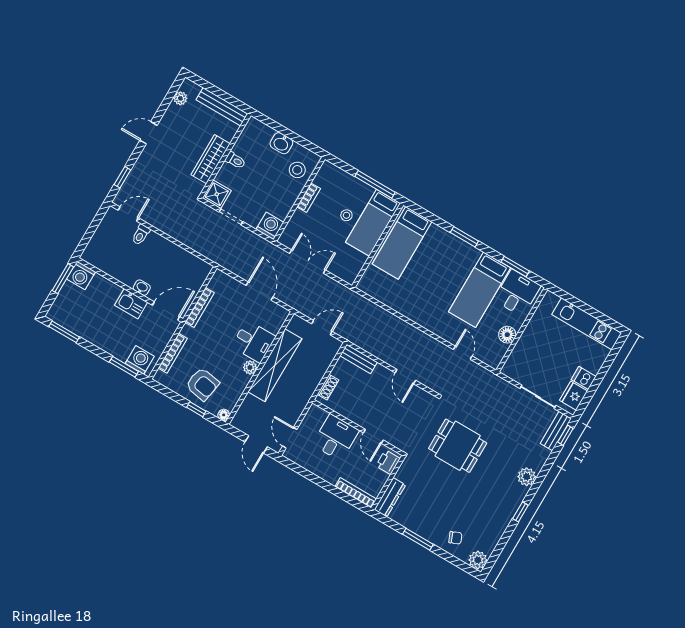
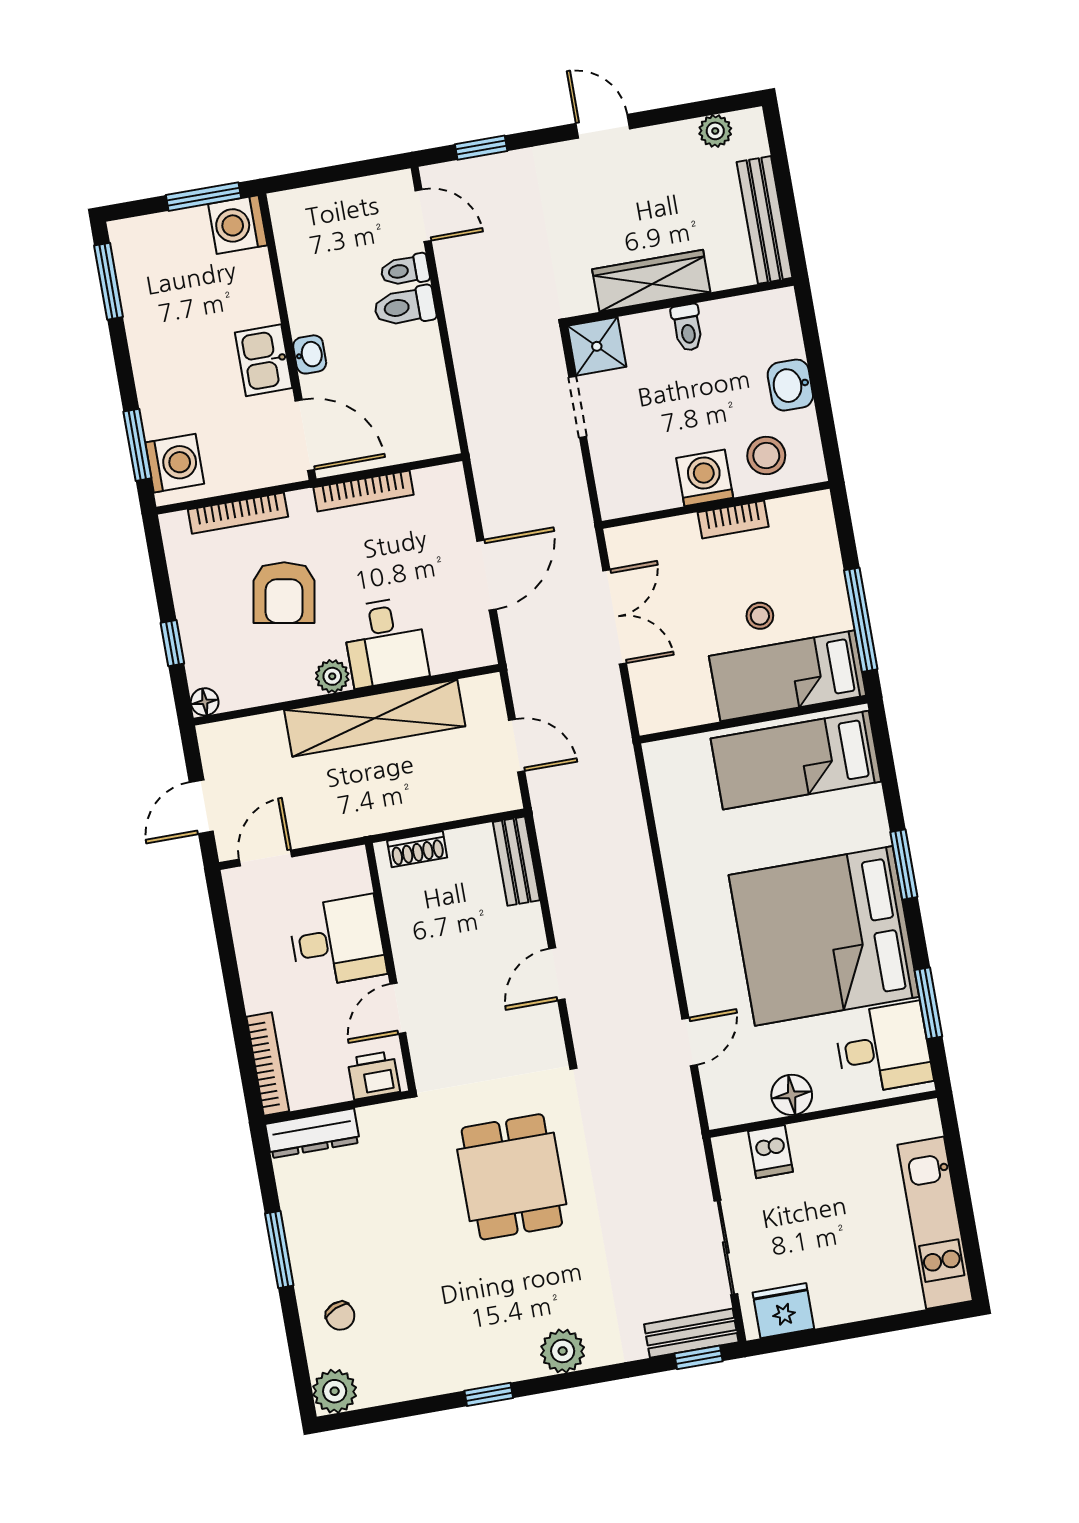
washing machine: (270, 226) -> (705, 478), moved, turned -90
toilet: (152, 244) -> (405, 306), added
bed: (480, 290) -> (824, 936), width x2.04
dishwasher: (584, 378) -> (771, 1152), moved, turned 180
armchair: (202, 384) -> (284, 593), moved

